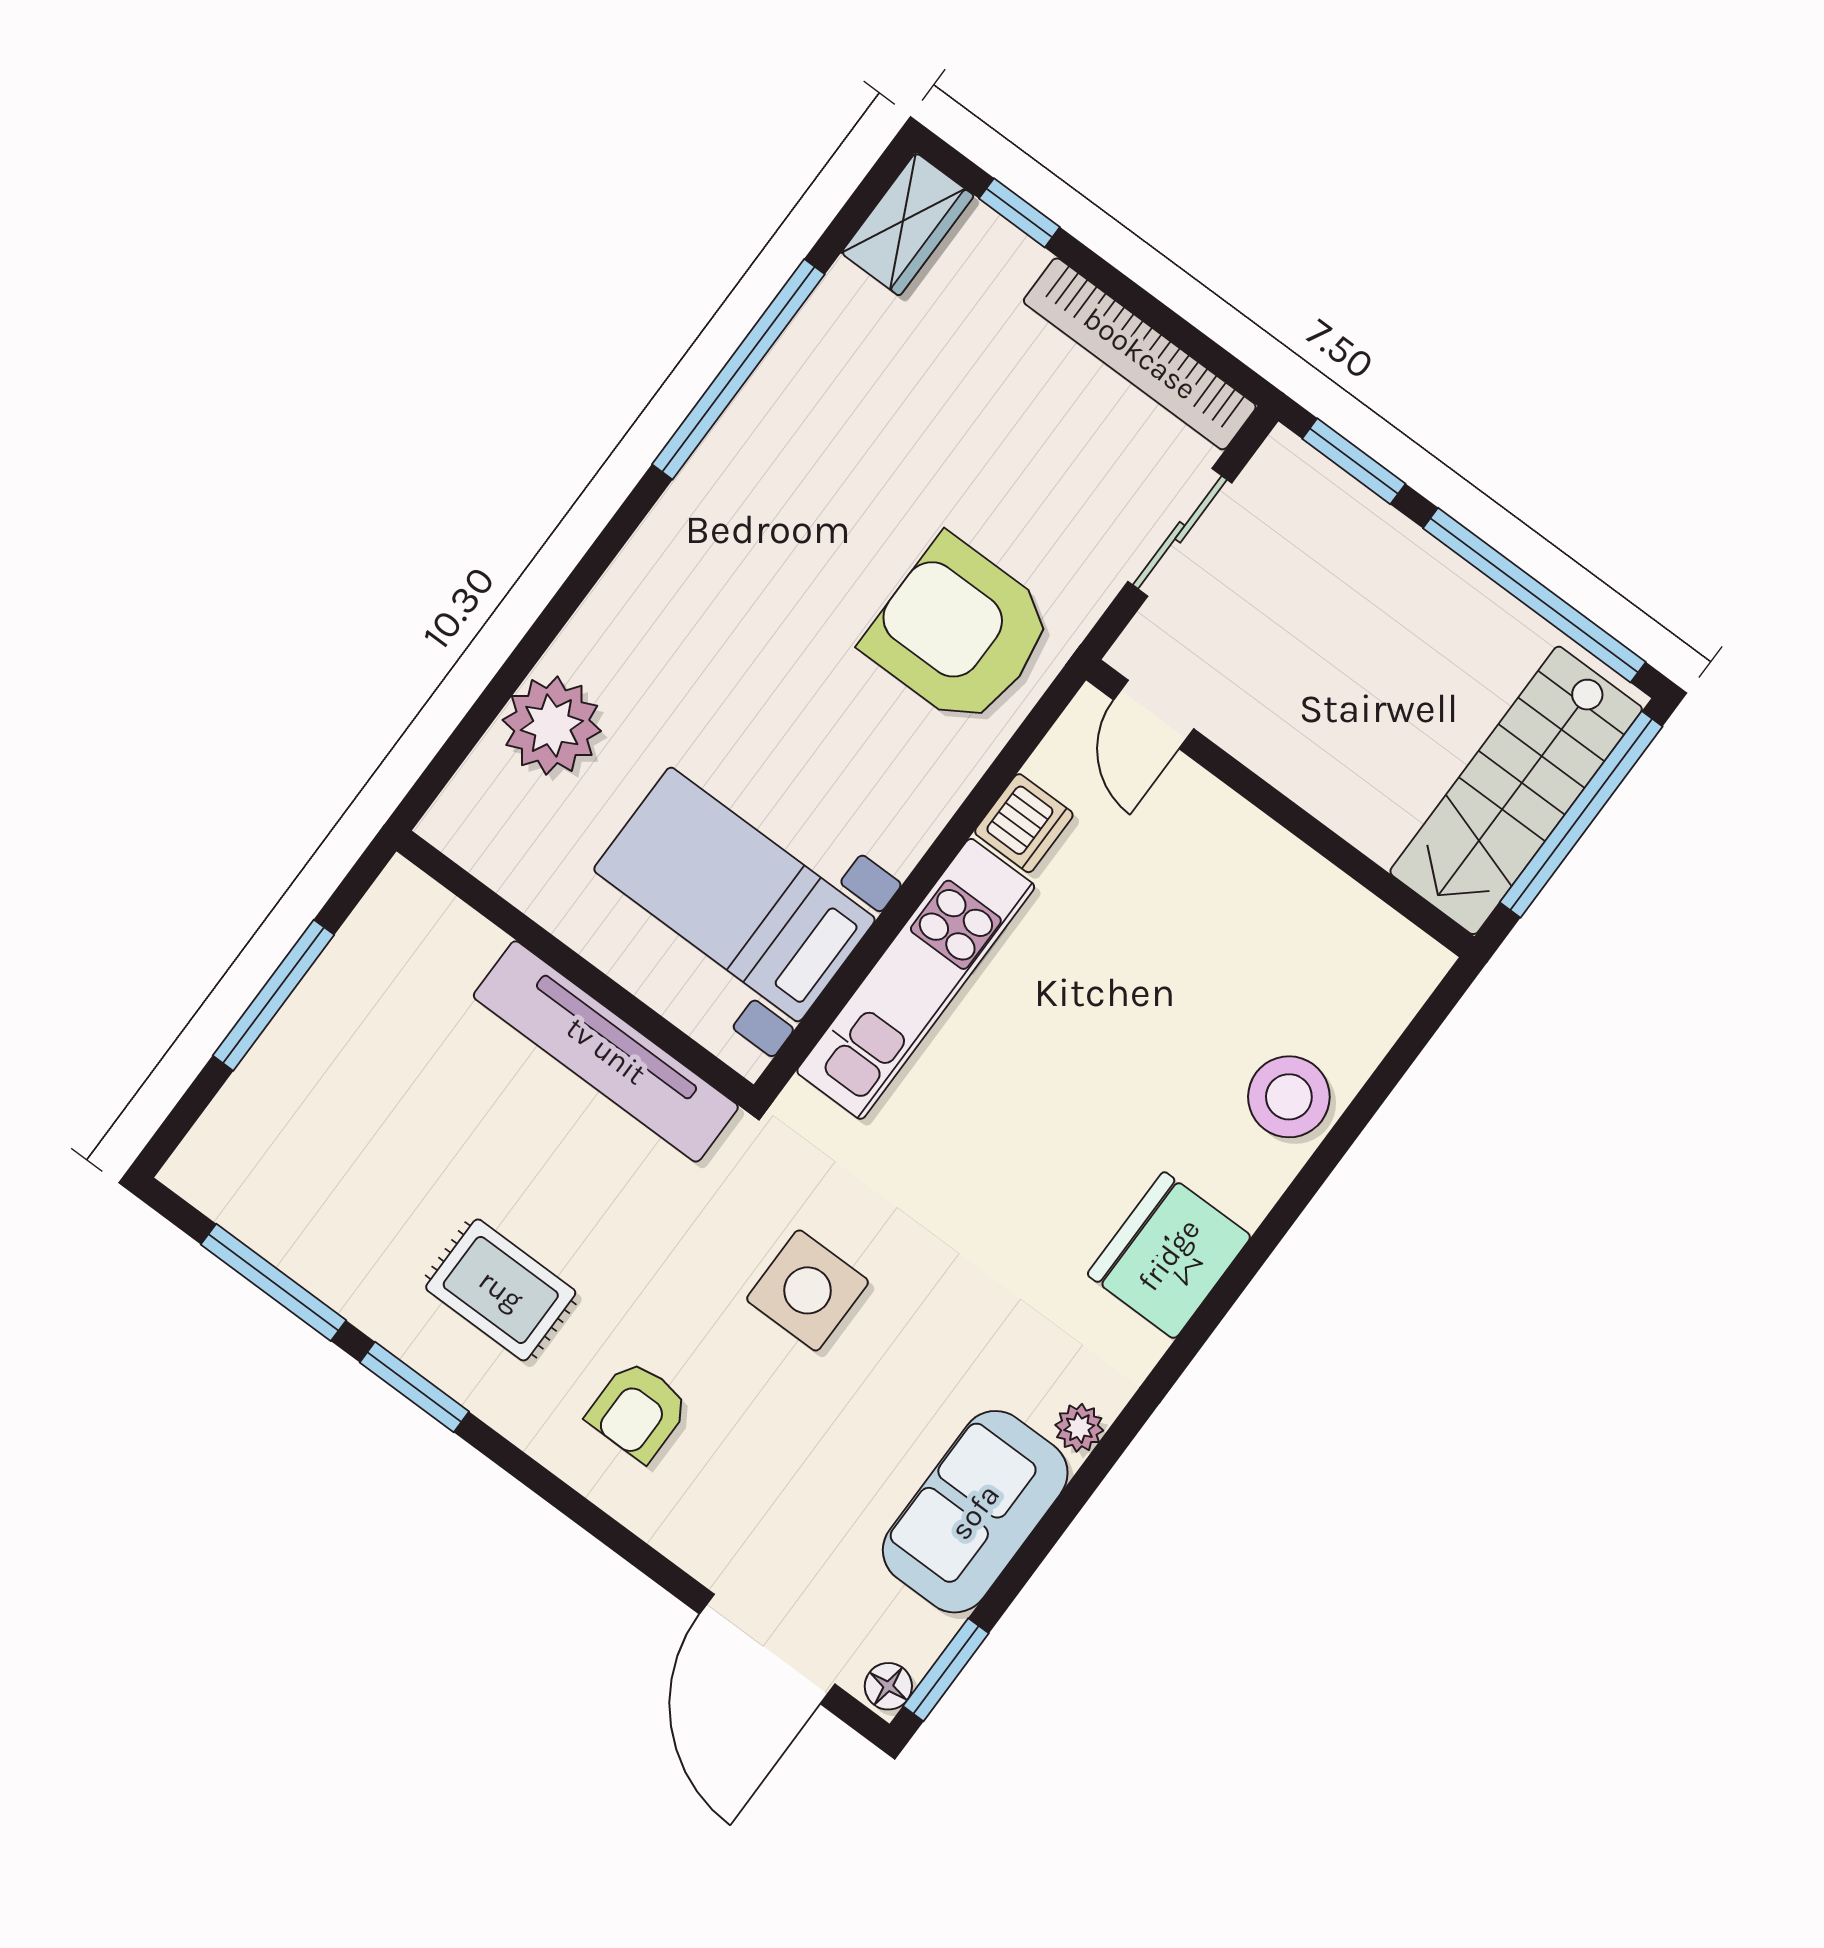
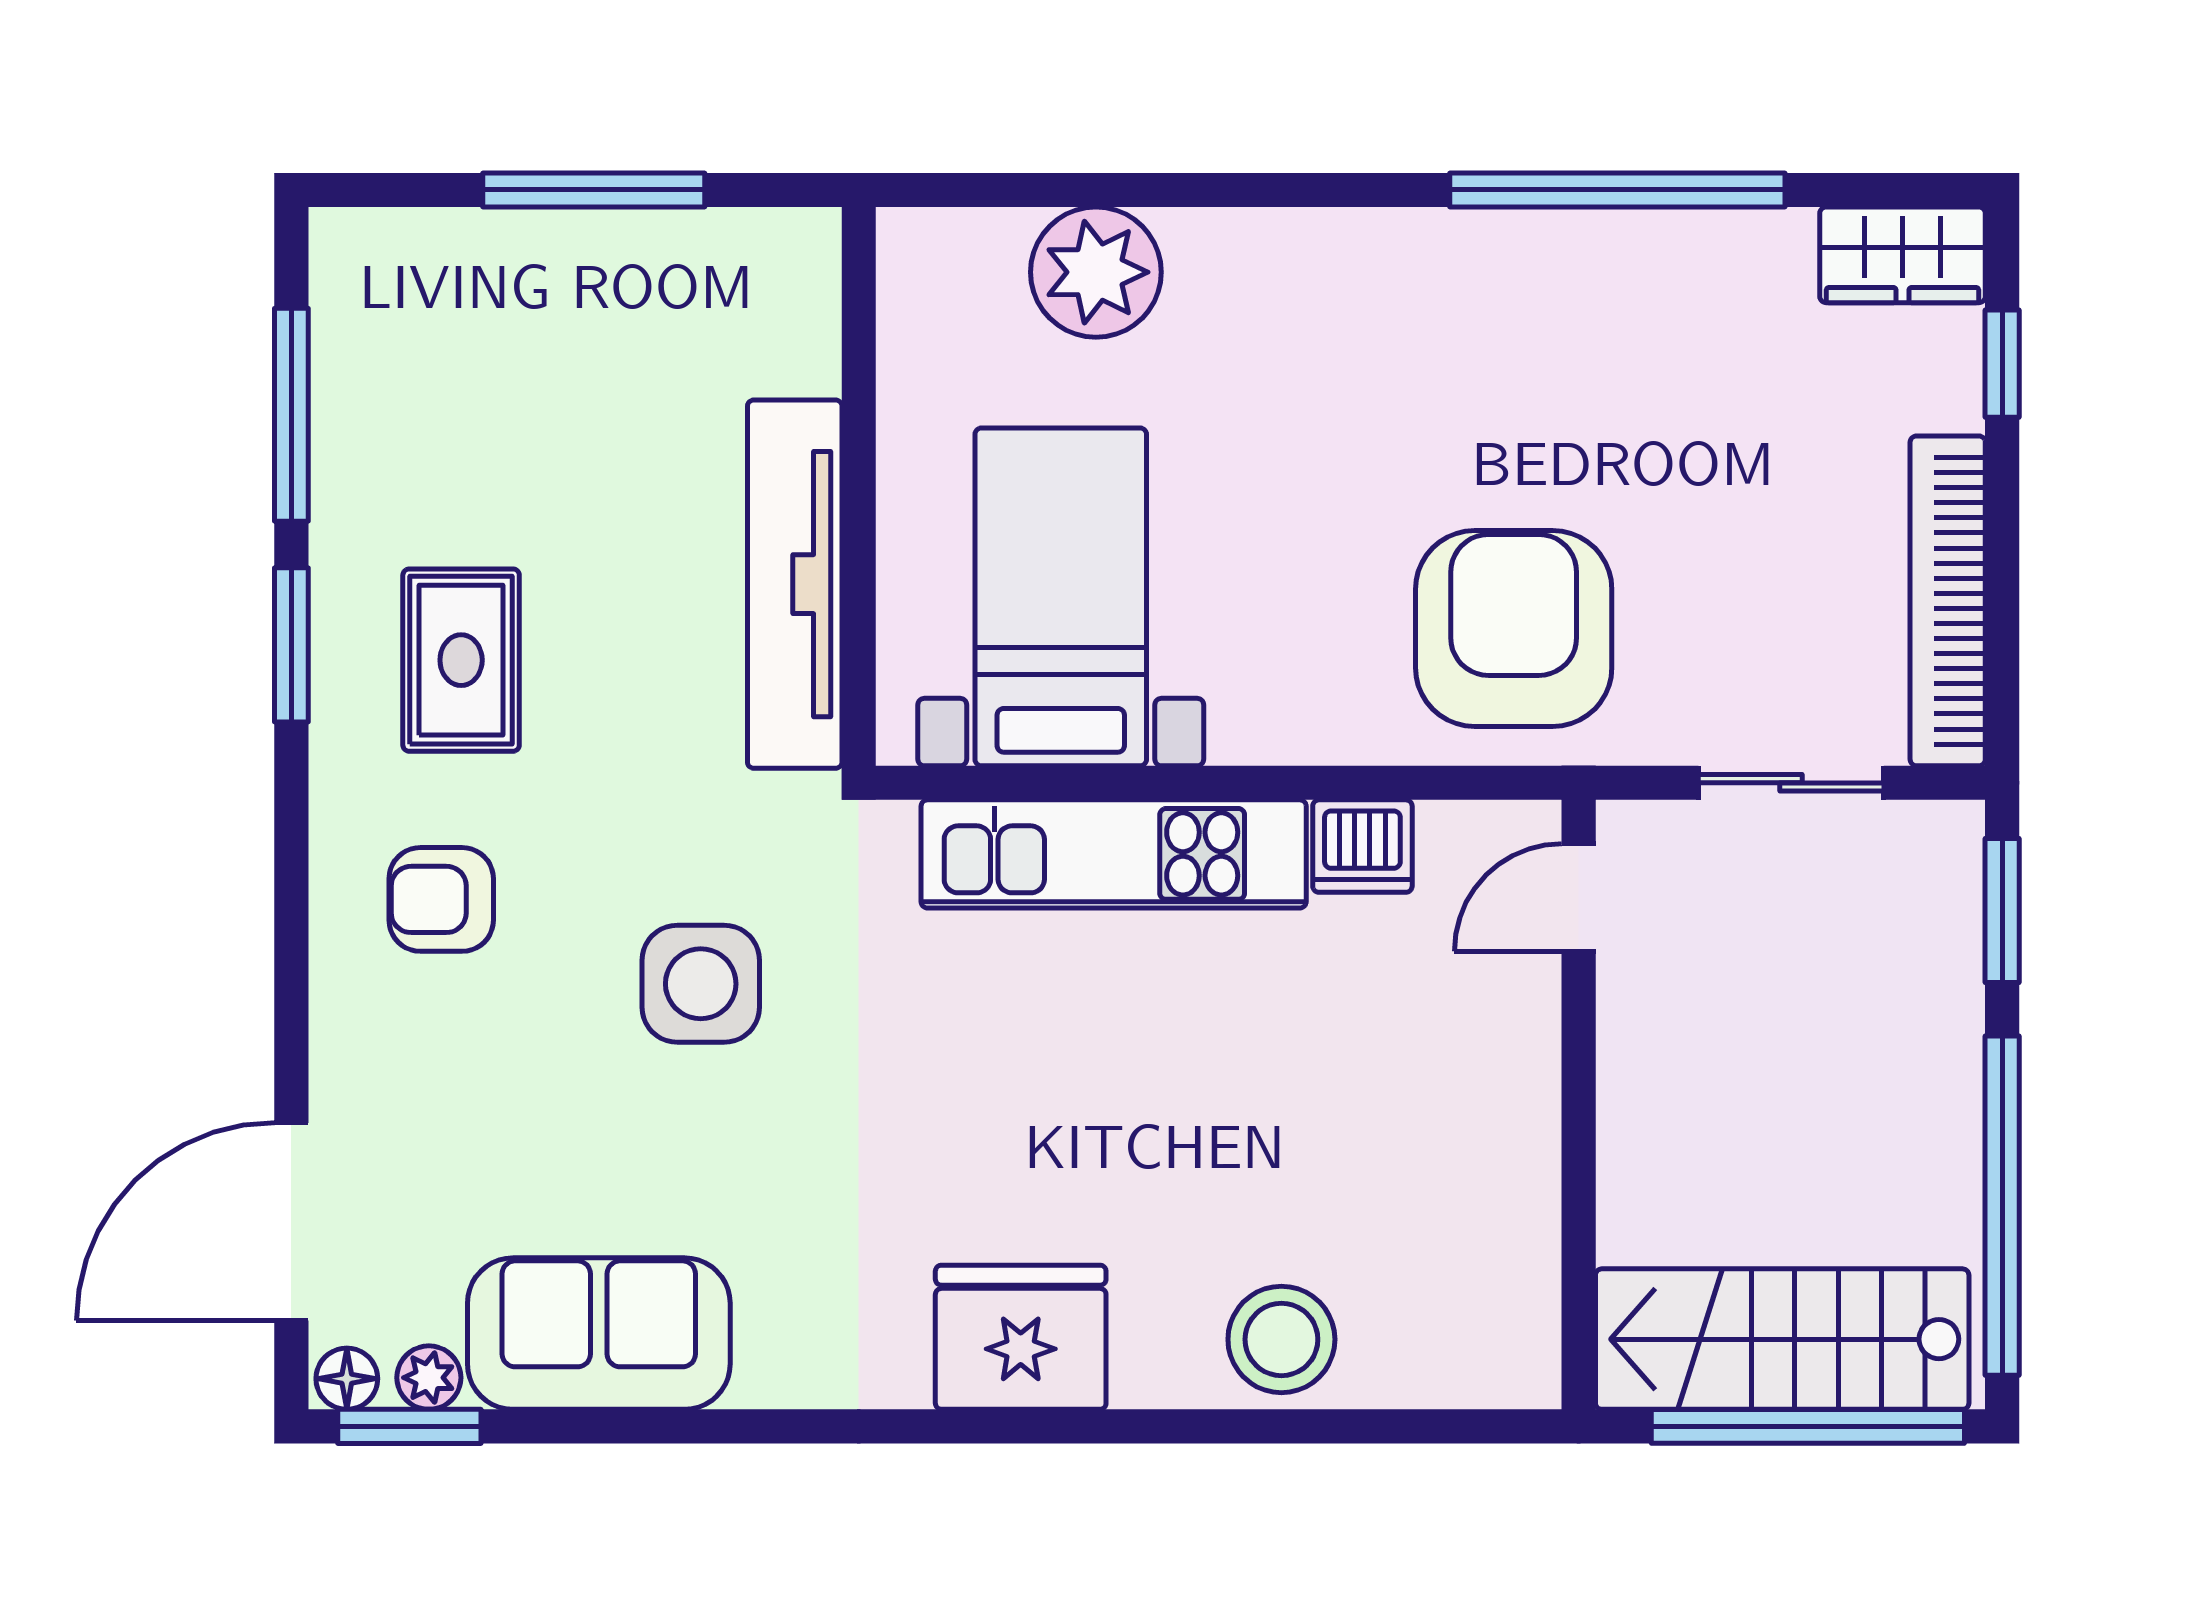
plant: (1079, 1428) -> (429, 1378), moved

